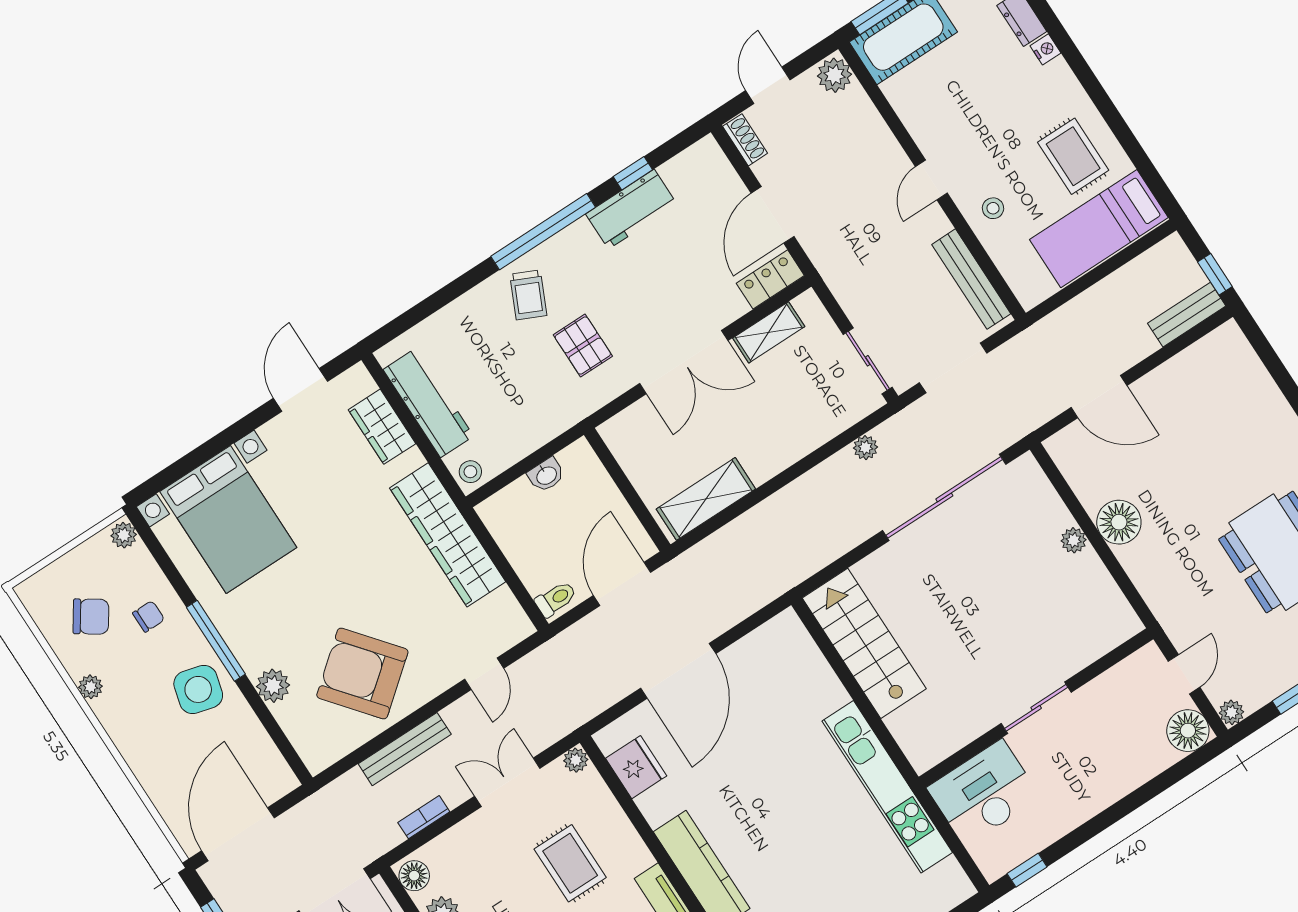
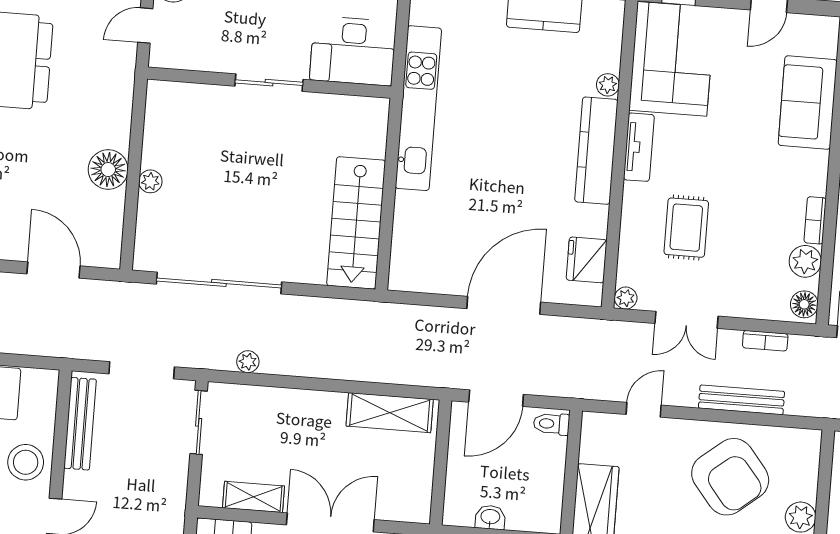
stool: (993, 208) -> (26, 462), width x1.89, depth x1.89

